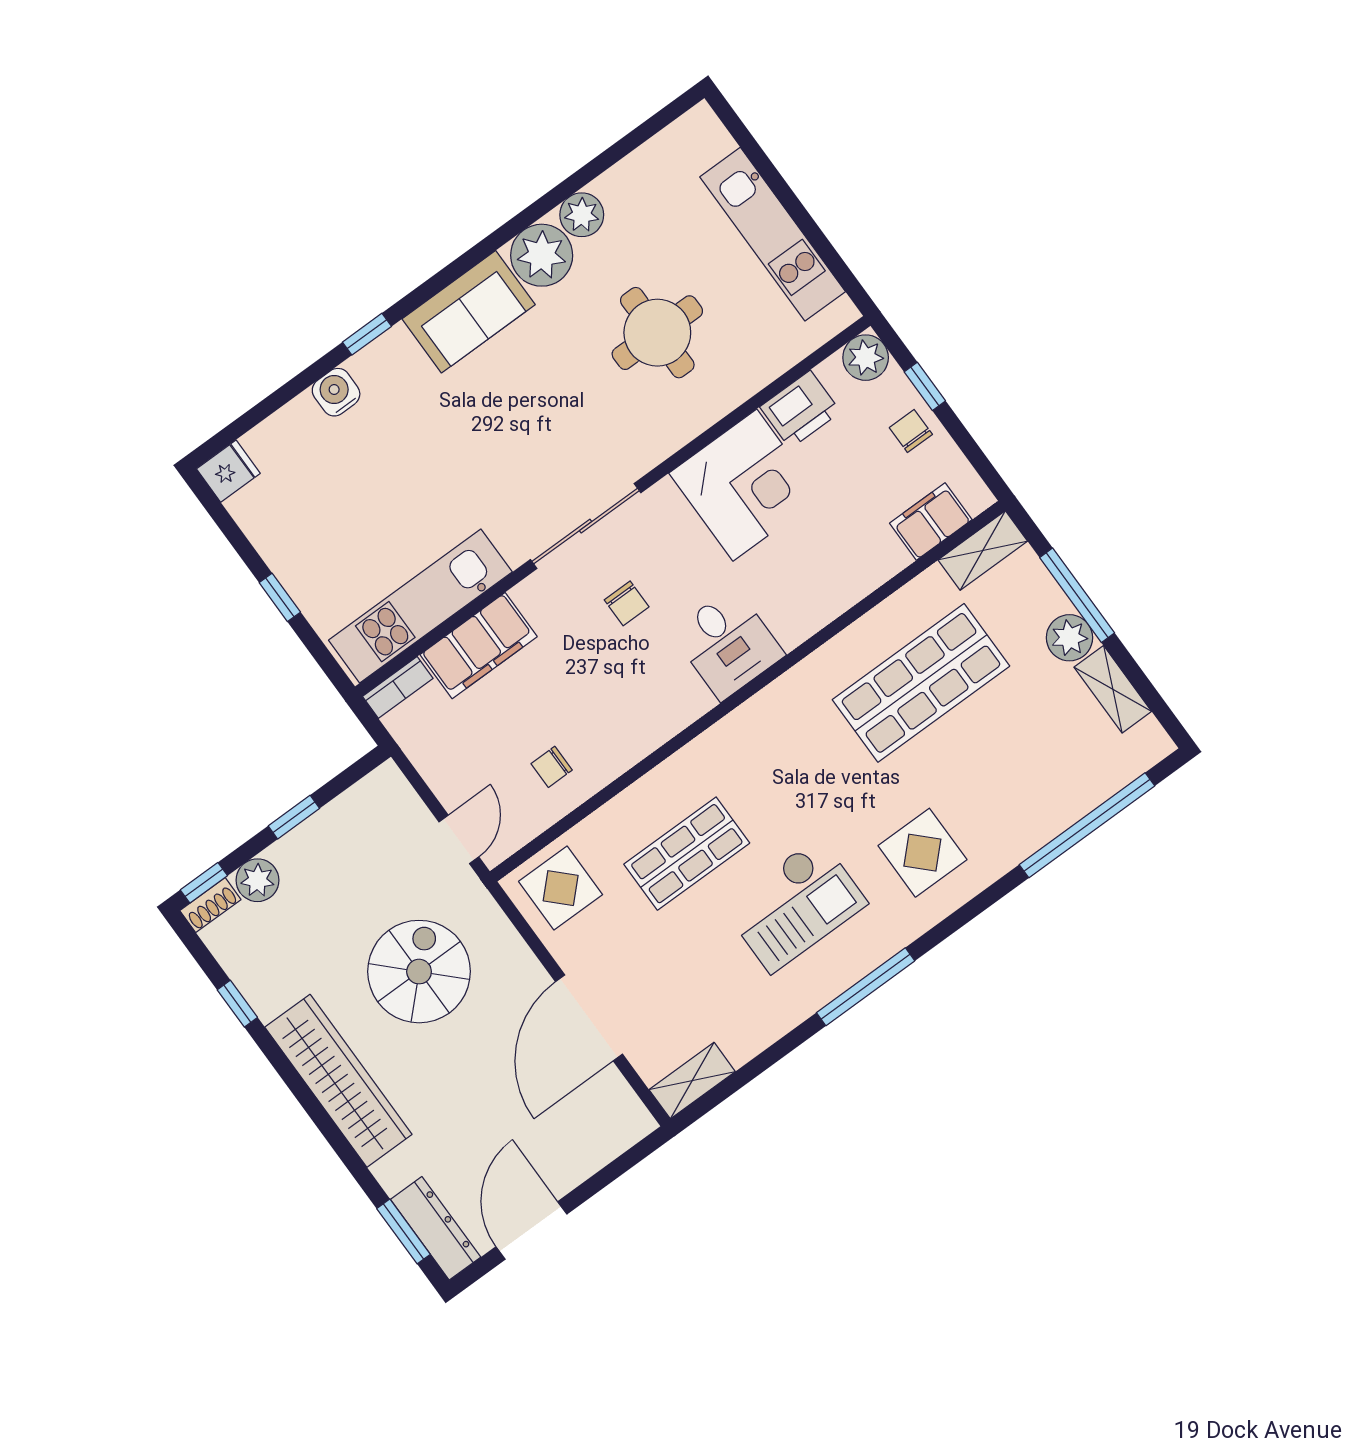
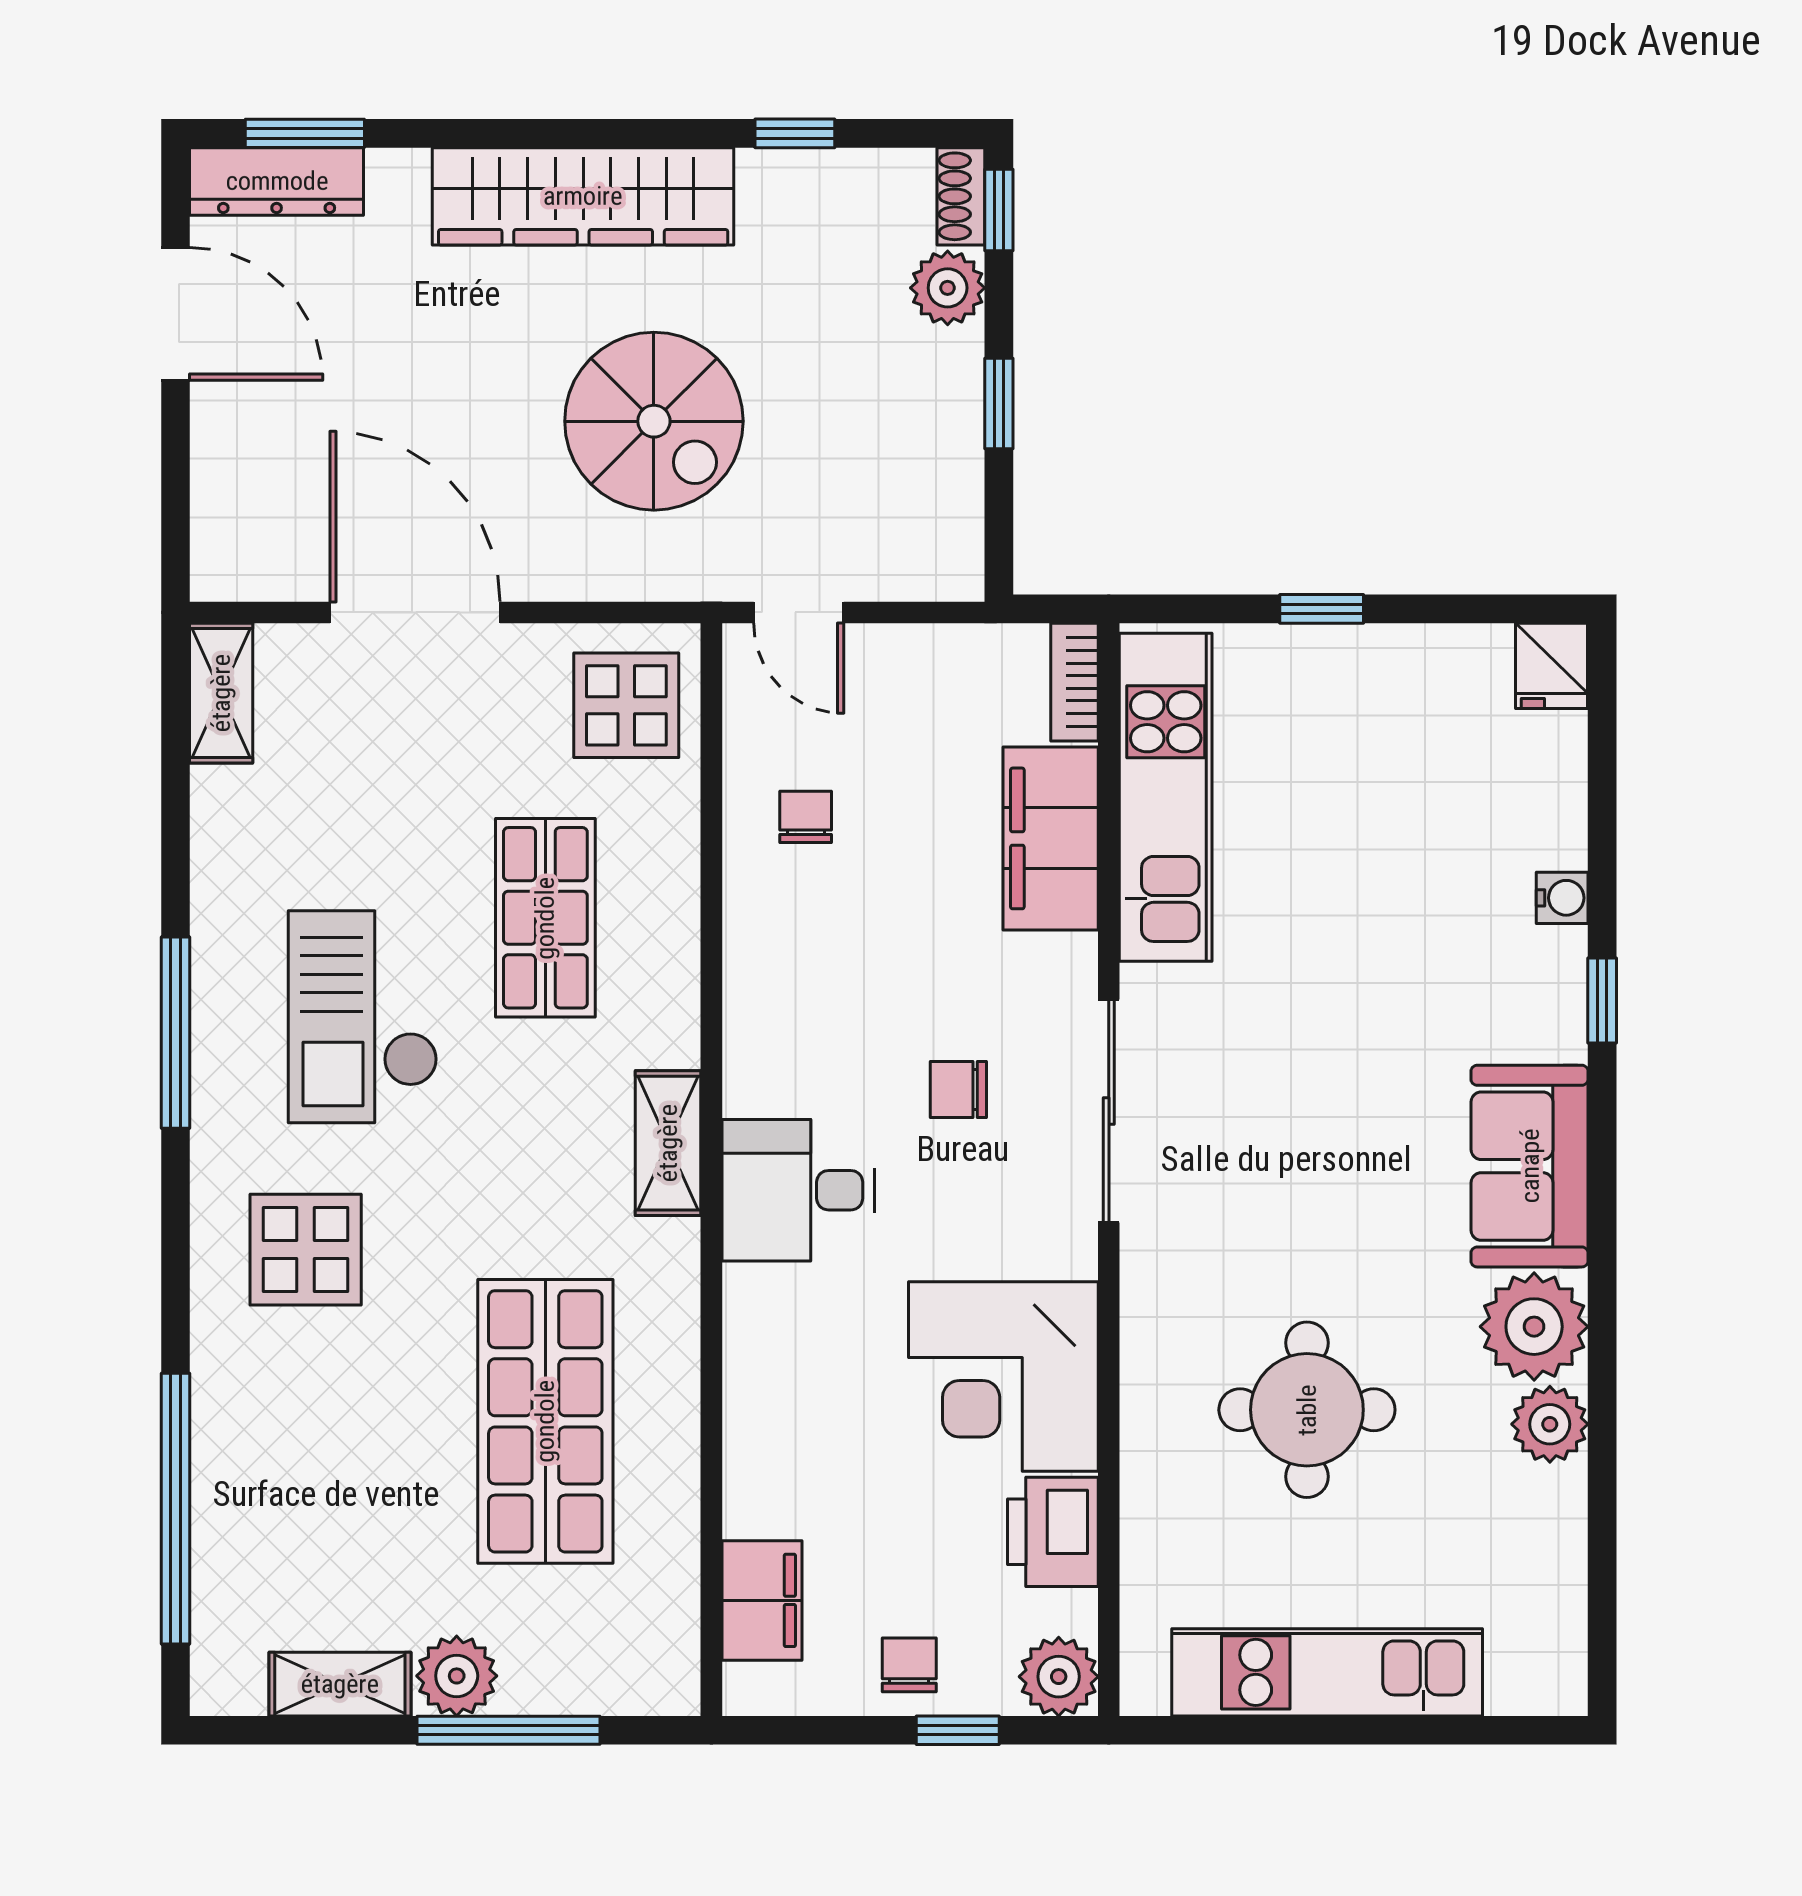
water cooler: (336, 392) -> (1562, 898), width x0.72, depth x0.72
chair: (911, 431) -> (909, 1665), turned -90
shelving: (983, 550) -> (668, 1143), moved

